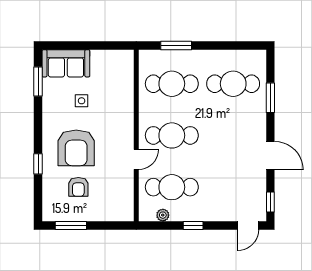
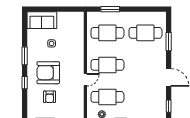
window: (38, 81) -> (25, 56), moved
armchair: (76, 148) -> (48, 73), turned 90

